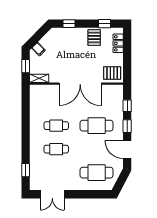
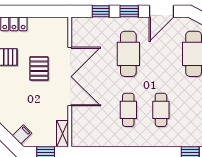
pallet: (112, 73) -> (39, 69), moved

